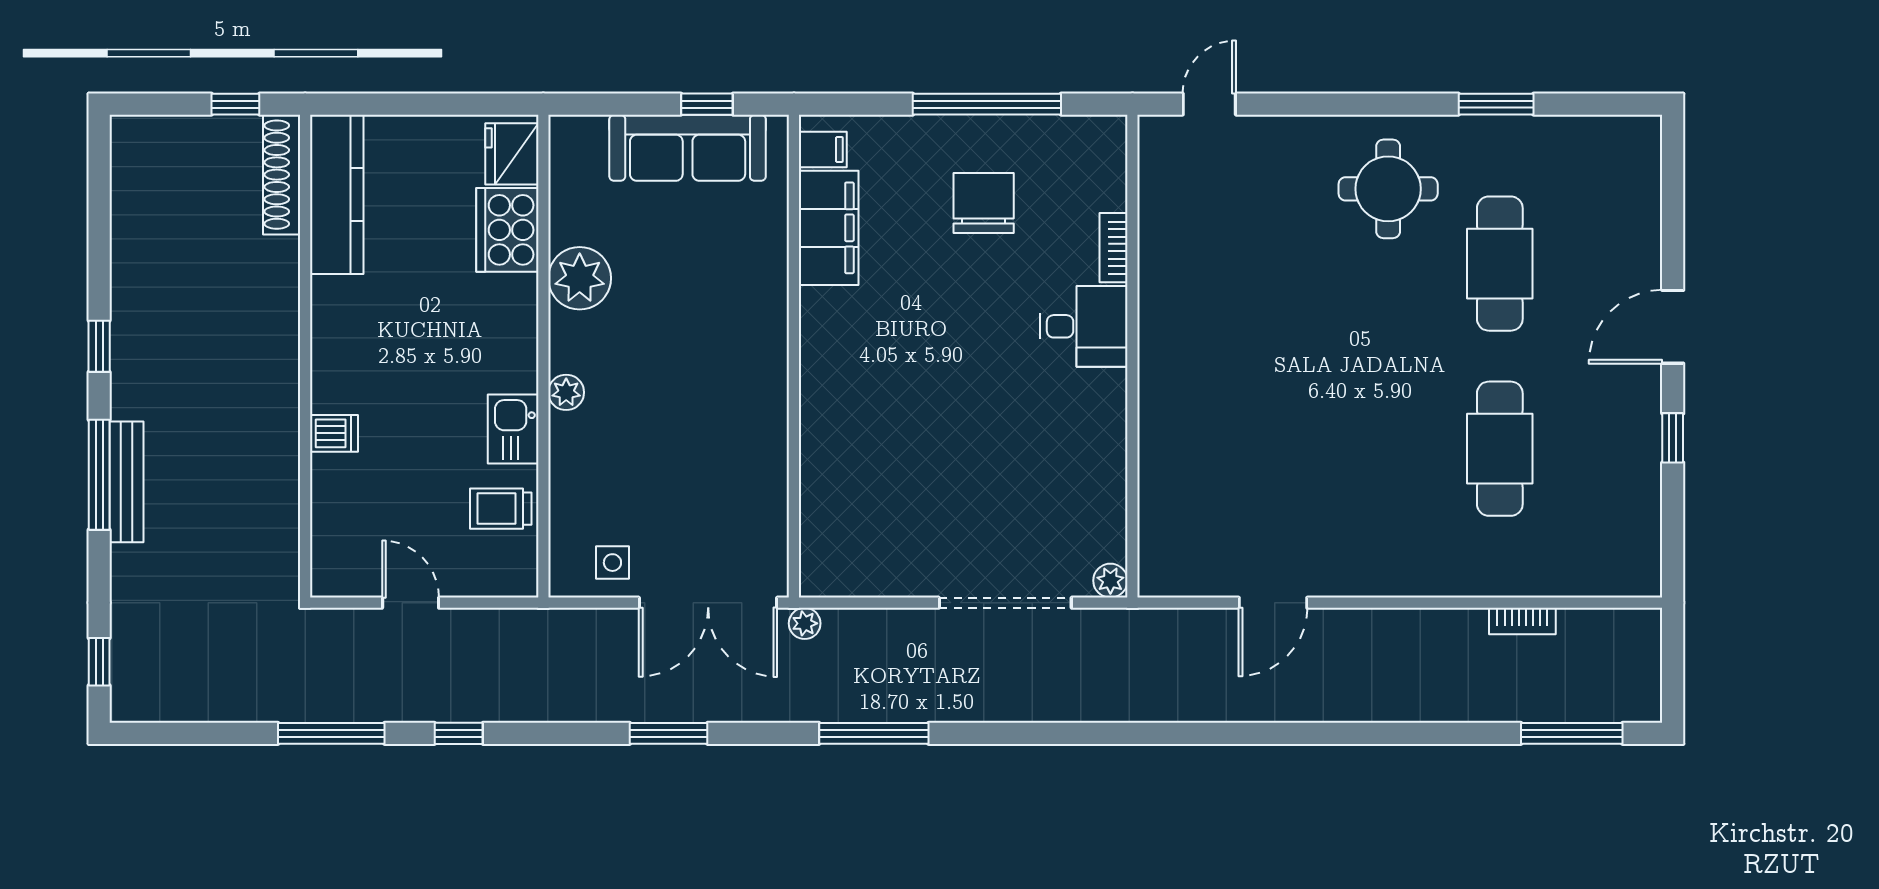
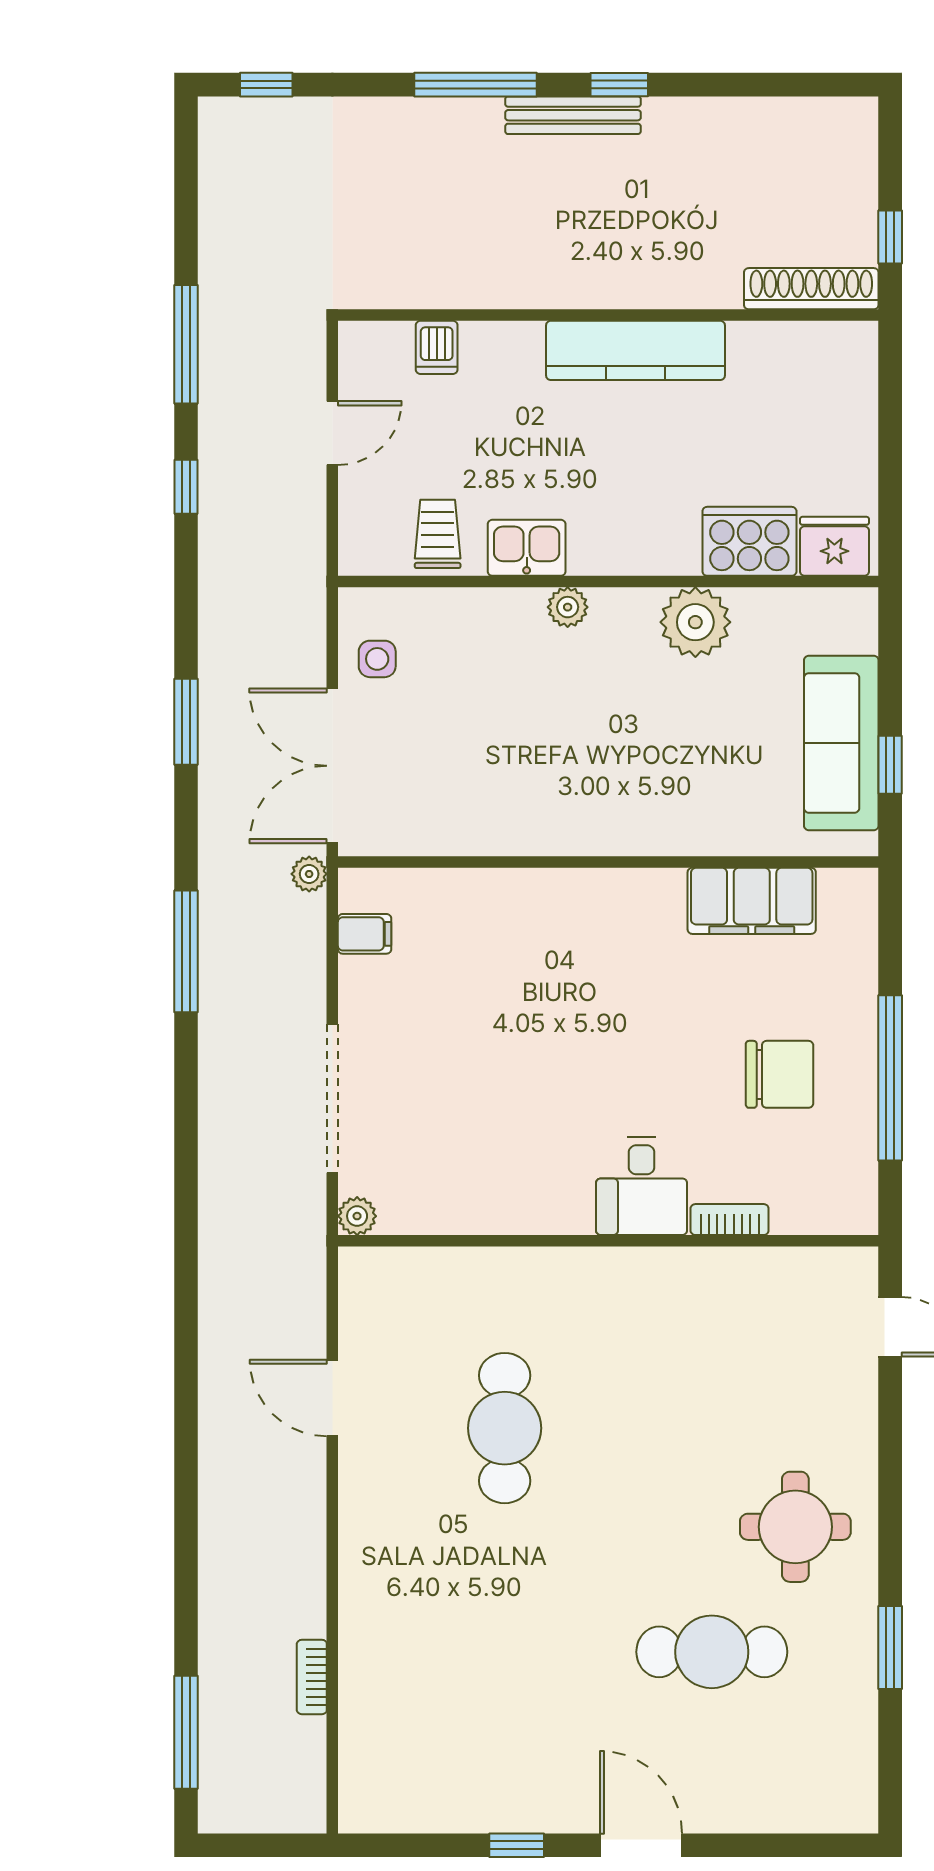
filing cabinet: (823, 149) -> (365, 934), moved, turned -90
kitchen counter: (337, 194) -> (636, 350), moved
dishwasher: (334, 433) -> (437, 347), moved
cafe table: (1500, 449) -> (505, 1428), moved, turned 90
bench: (127, 482) -> (573, 115), moved

